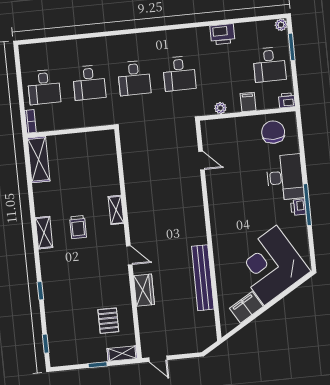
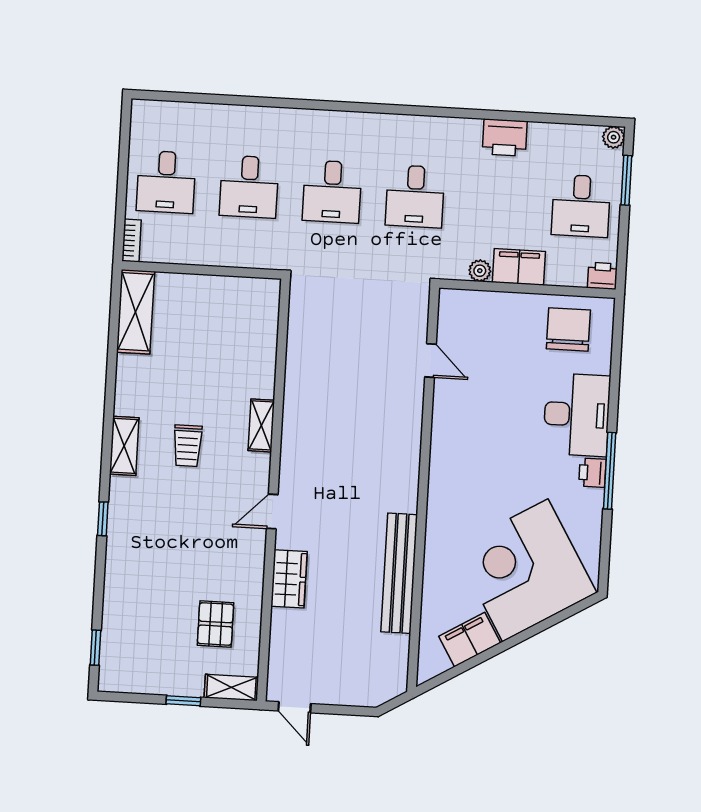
filing cabinet: (248, 102) -> (519, 267), width x2.00
door: (129, 255) -> (272, 512), swing flipped
window: (40, 291) -> (103, 519), moved

